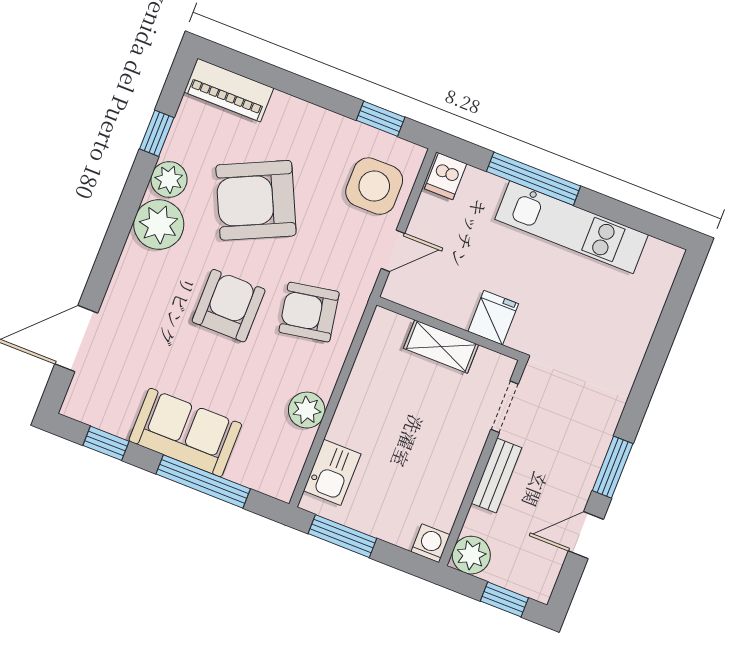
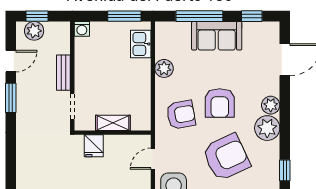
plant: (169, 179) -> (271, 105), moved
plant: (471, 555) -> (34, 31), moved

